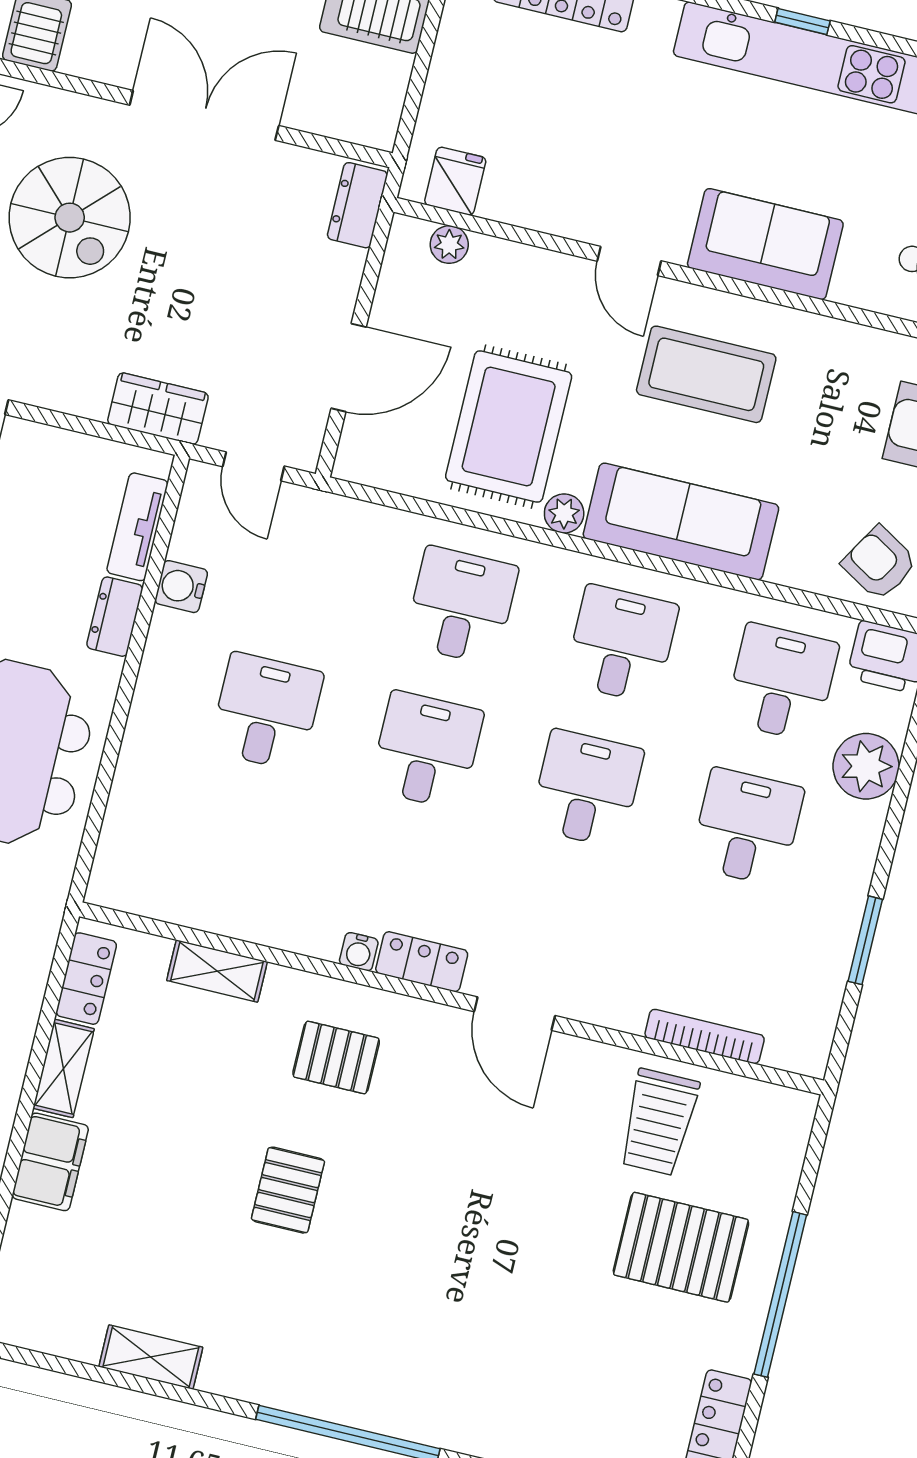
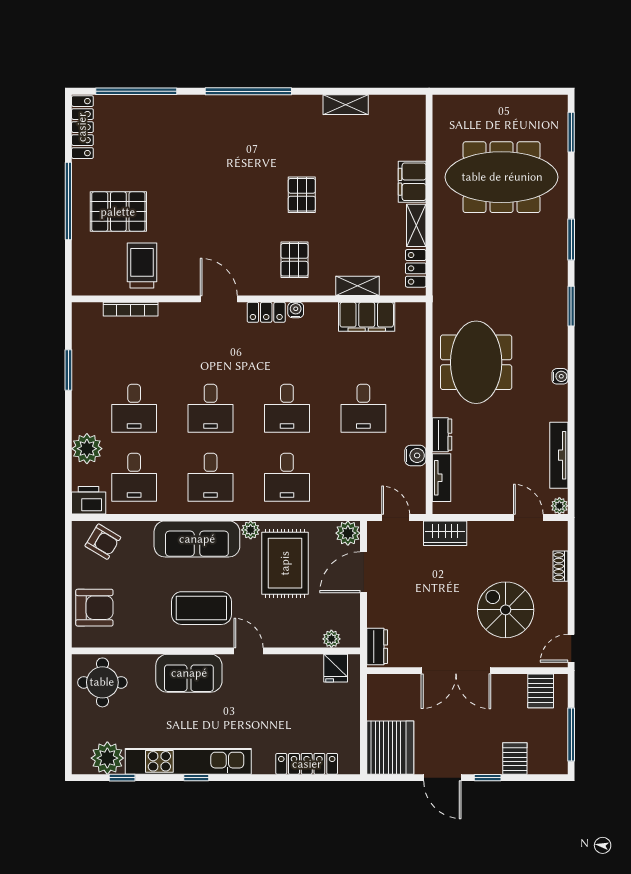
plant: (362, 458) -> (348, 533), added
filing cabinet: (213, 902) -> (367, 317), added
pallet: (336, 1058) -> (294, 260), turned 90

